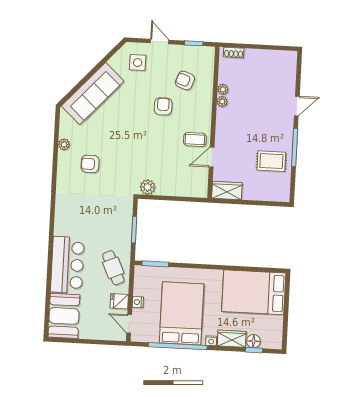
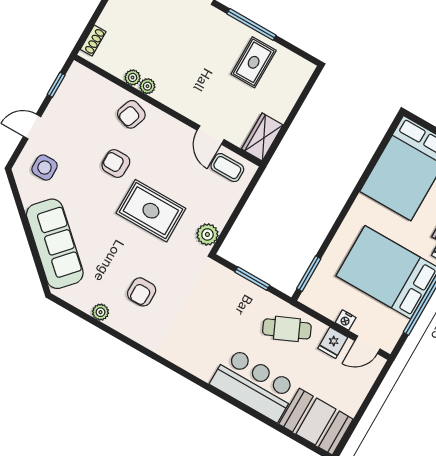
armchair: (185, 80) -> (131, 114), moved
coffee table: (195, 139) -> (227, 168), moved, turned 90
rug: (144, 144) -> (151, 211), added

